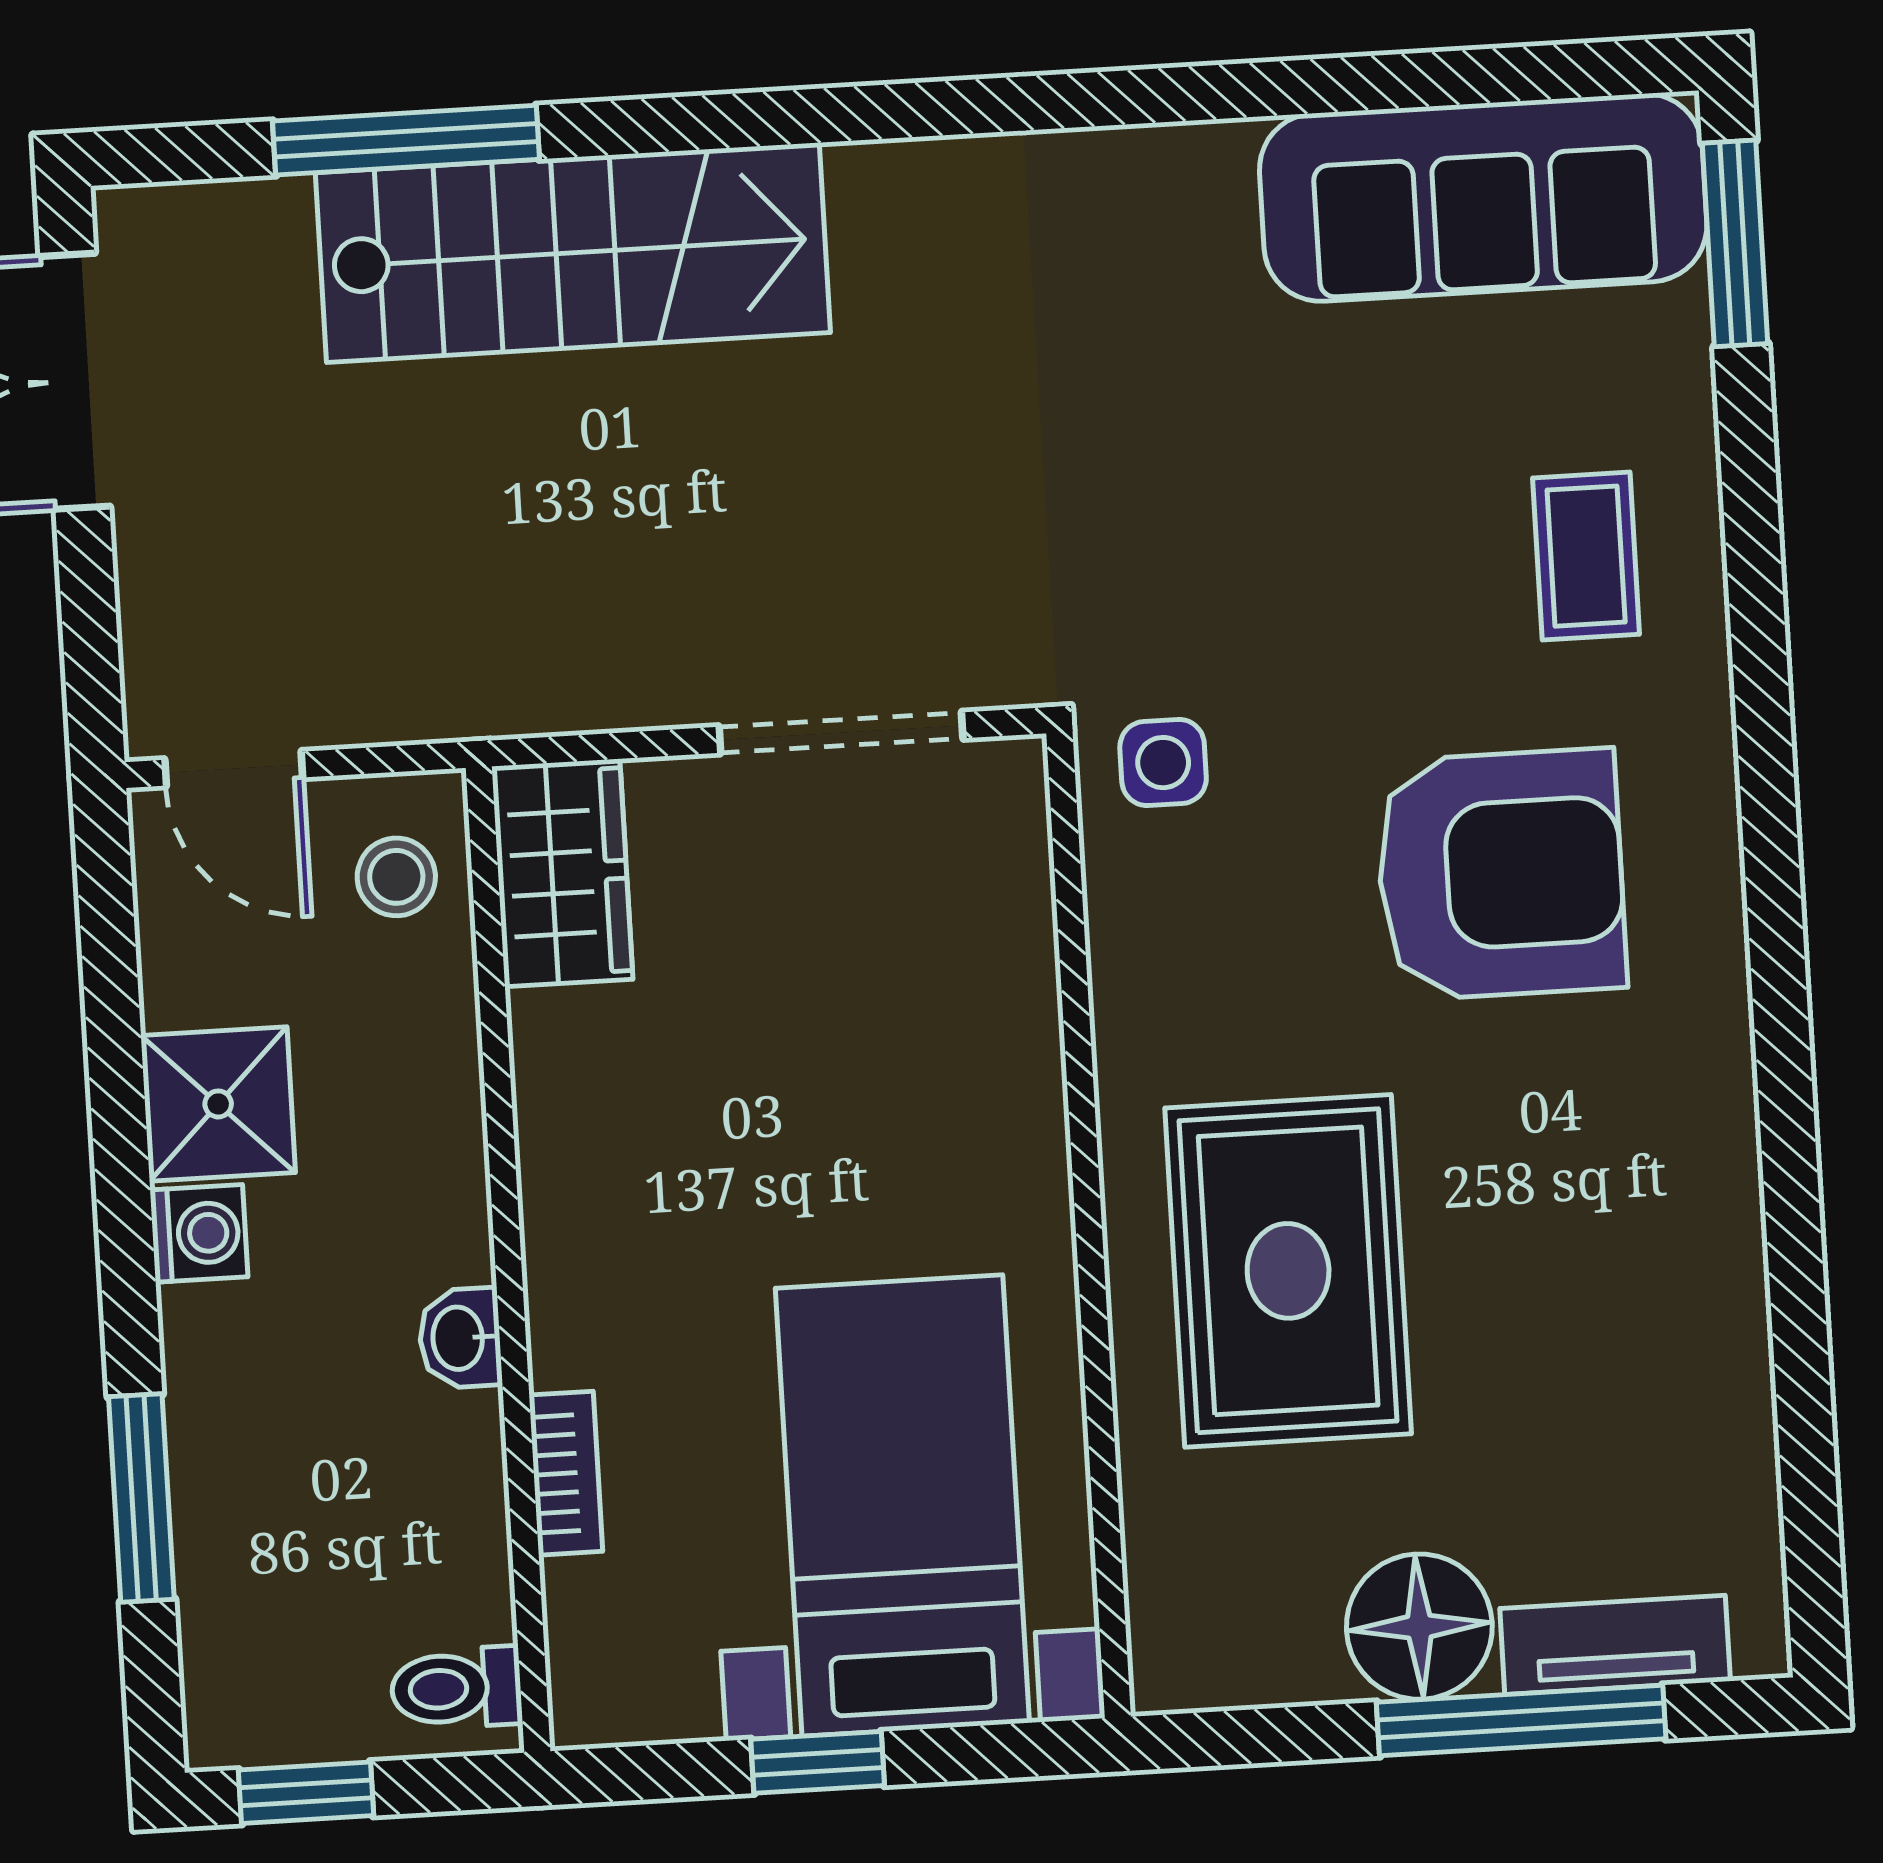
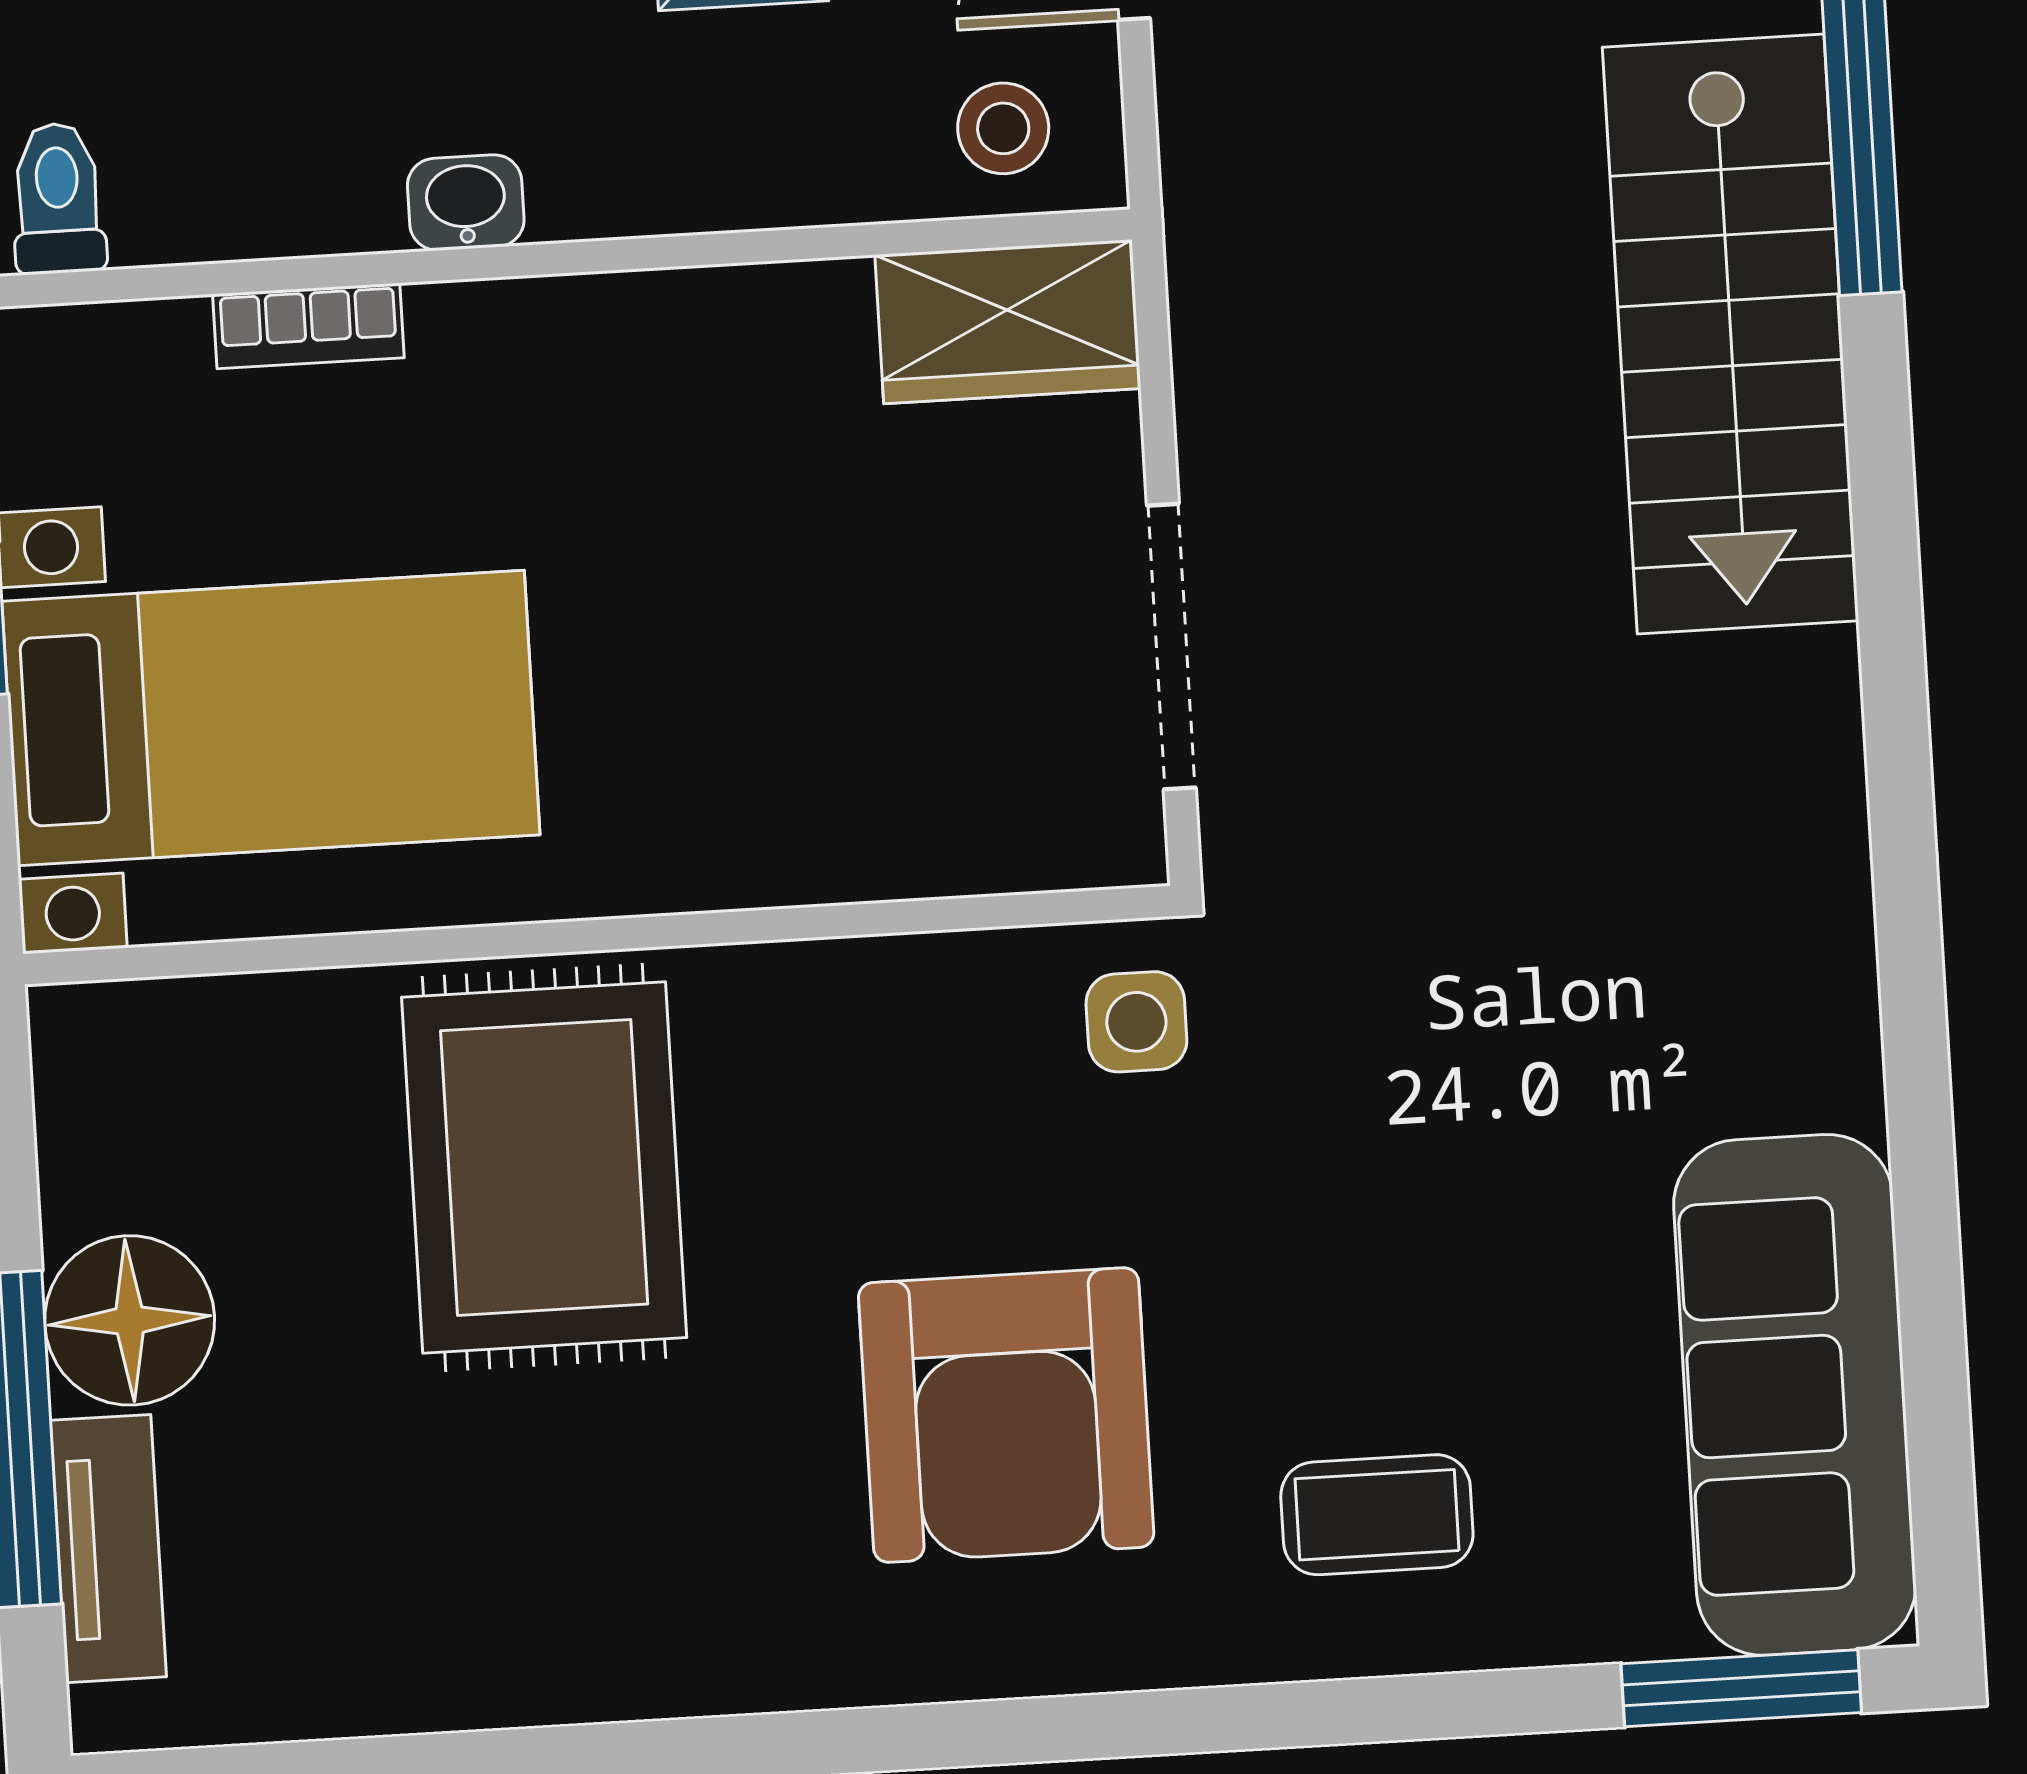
rug: (1288, 1271) -> (544, 1167), turned 90

